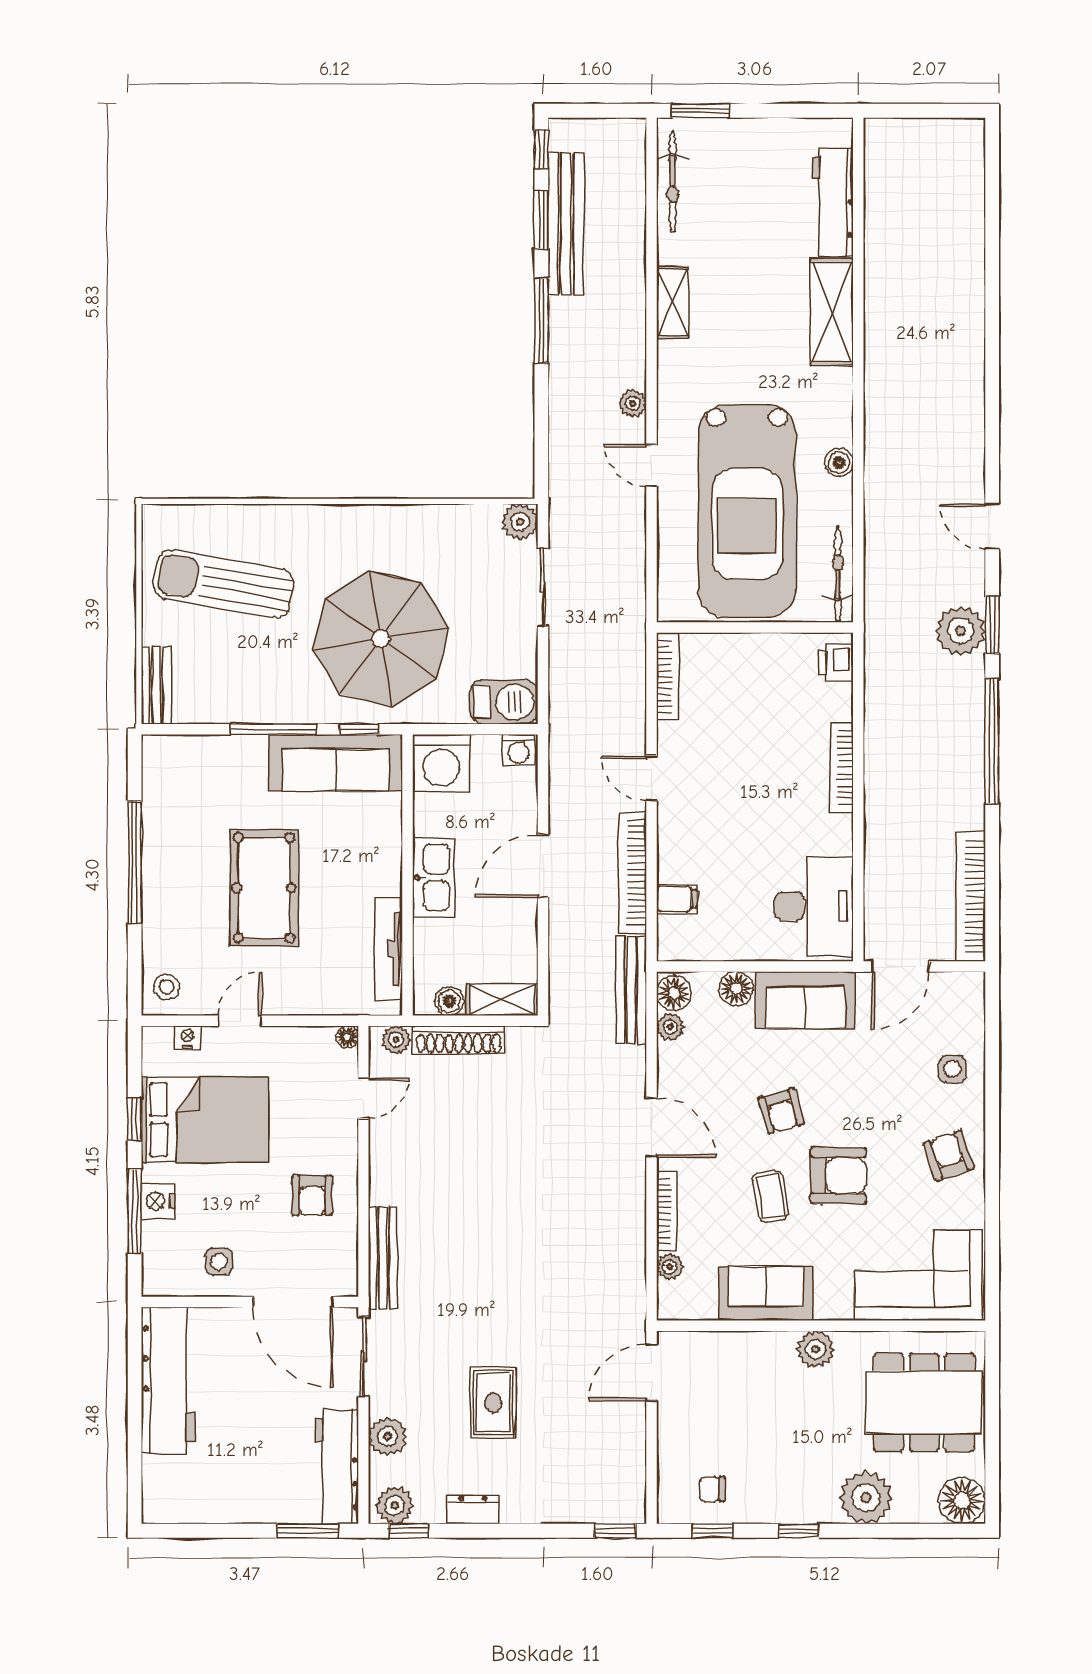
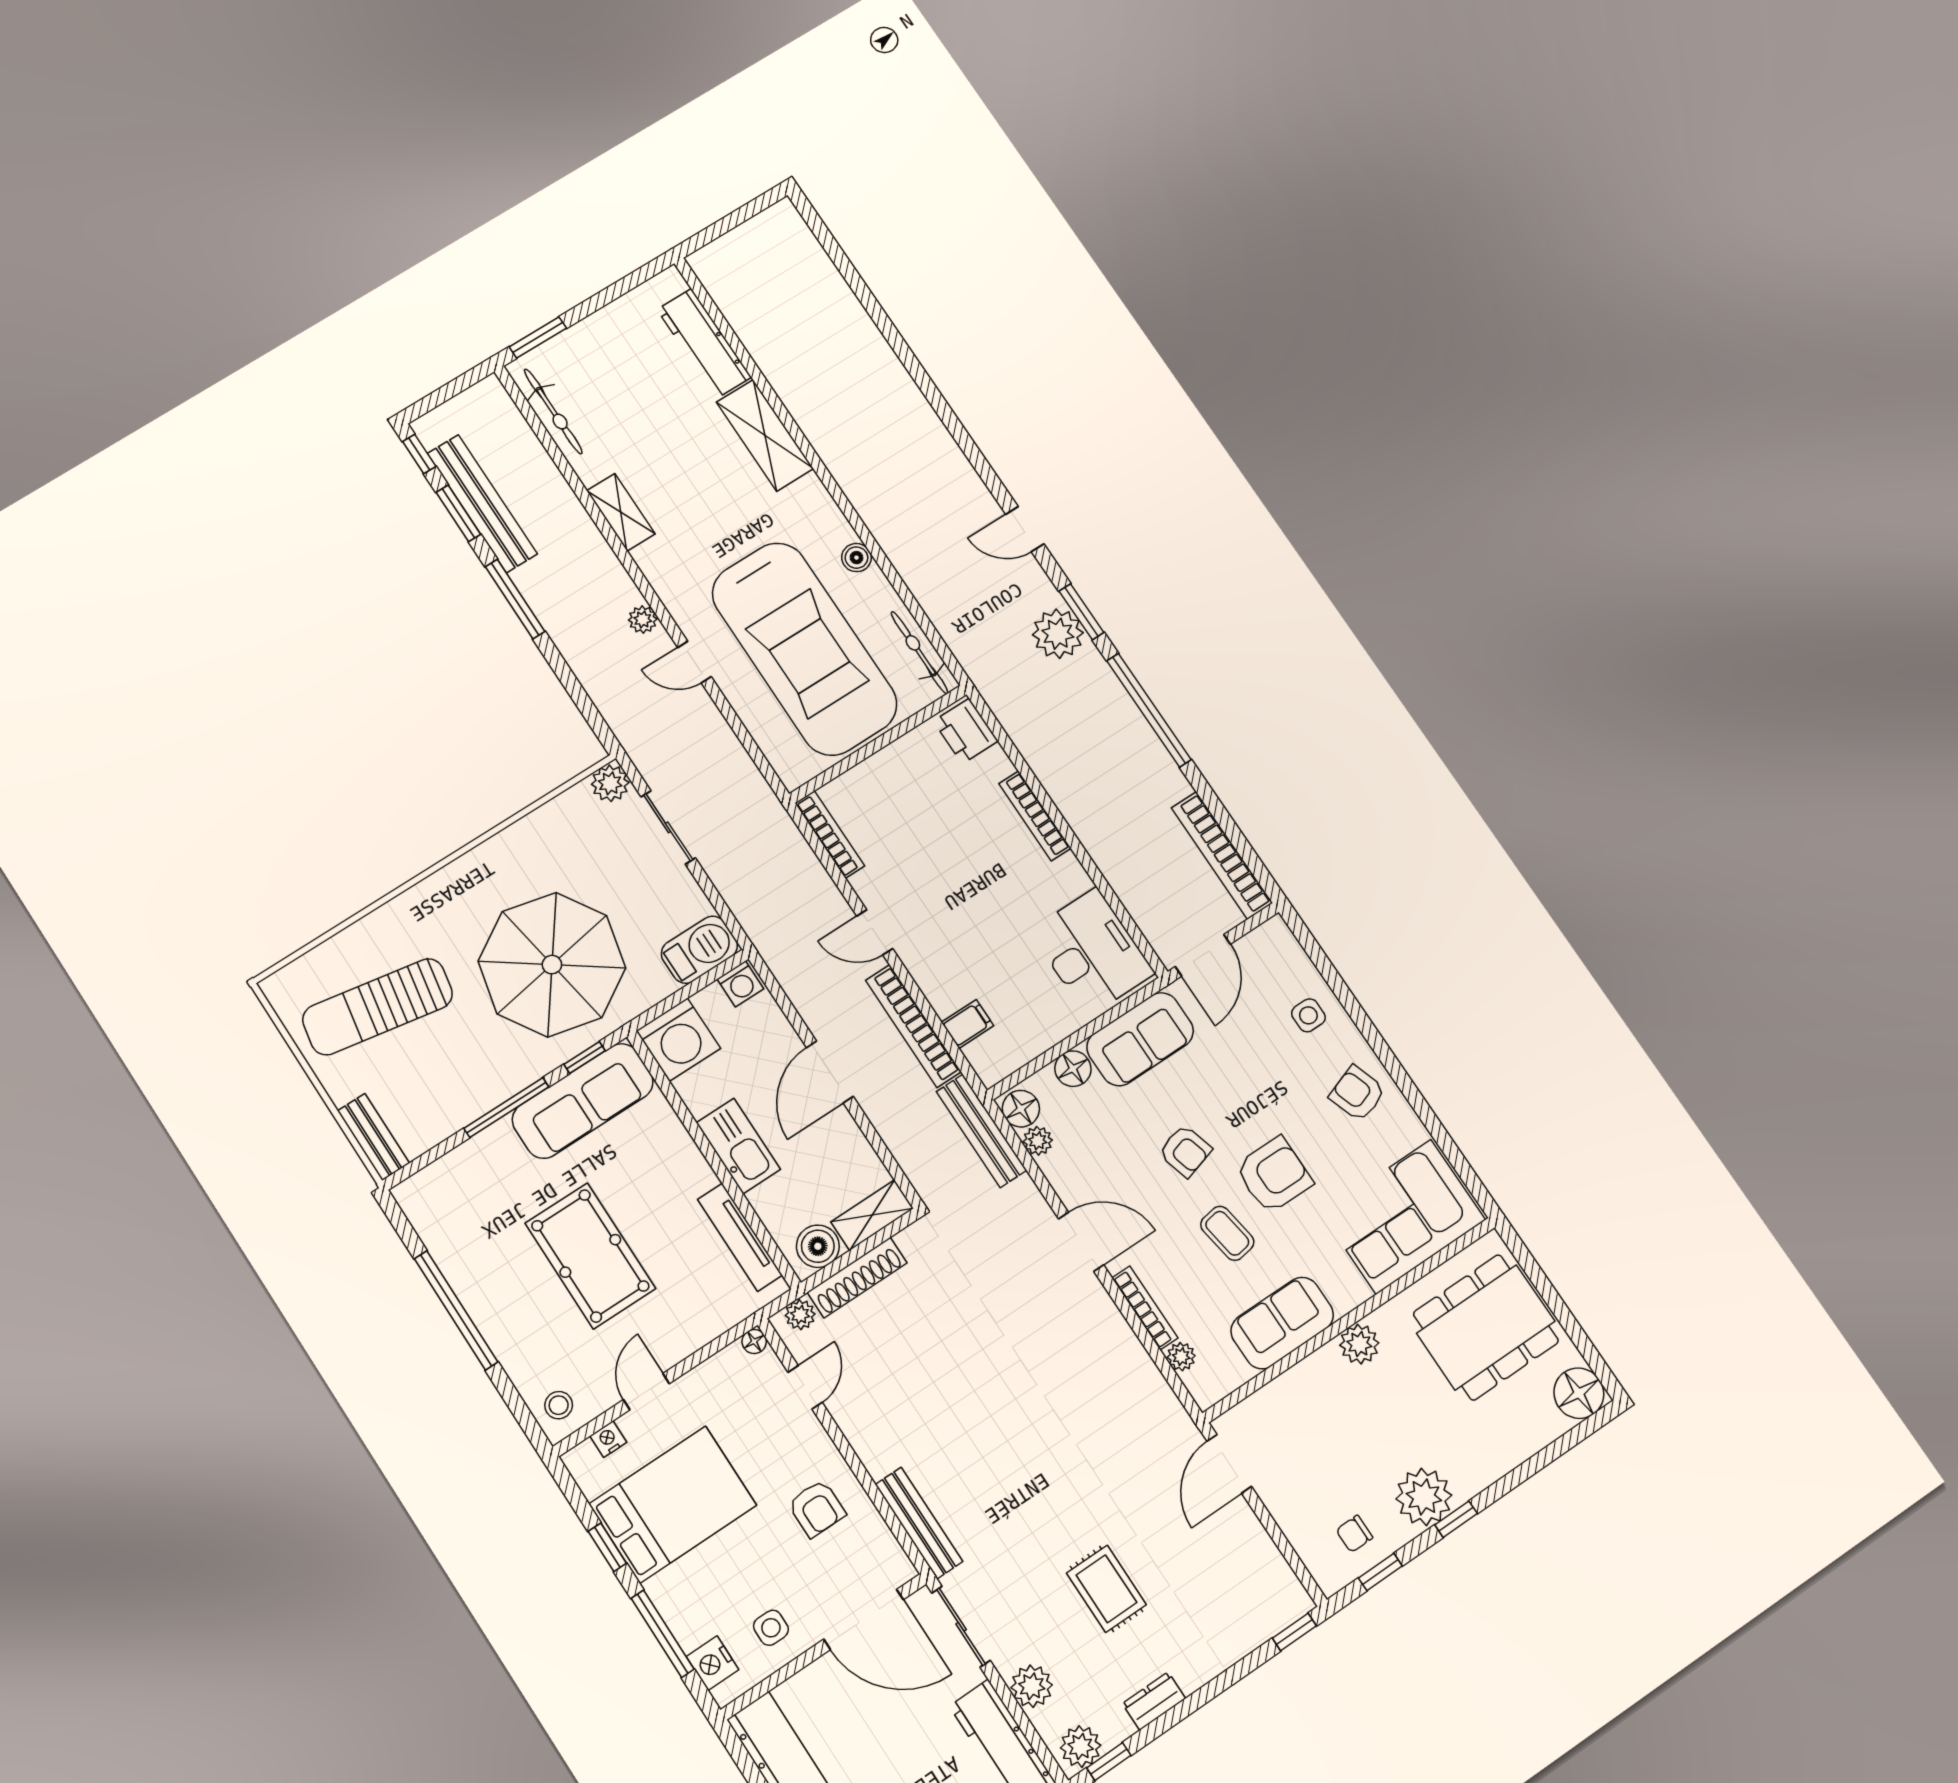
printer: (836, 663) -> (966, 731), width x1.36, depth x1.24
boiler: (449, 1001) -> (818, 1246), width x1.36, depth x1.36
nightstand: (158, 1201) -> (712, 1663), moved
plant: (866, 1498) -> (1424, 1497), moved

